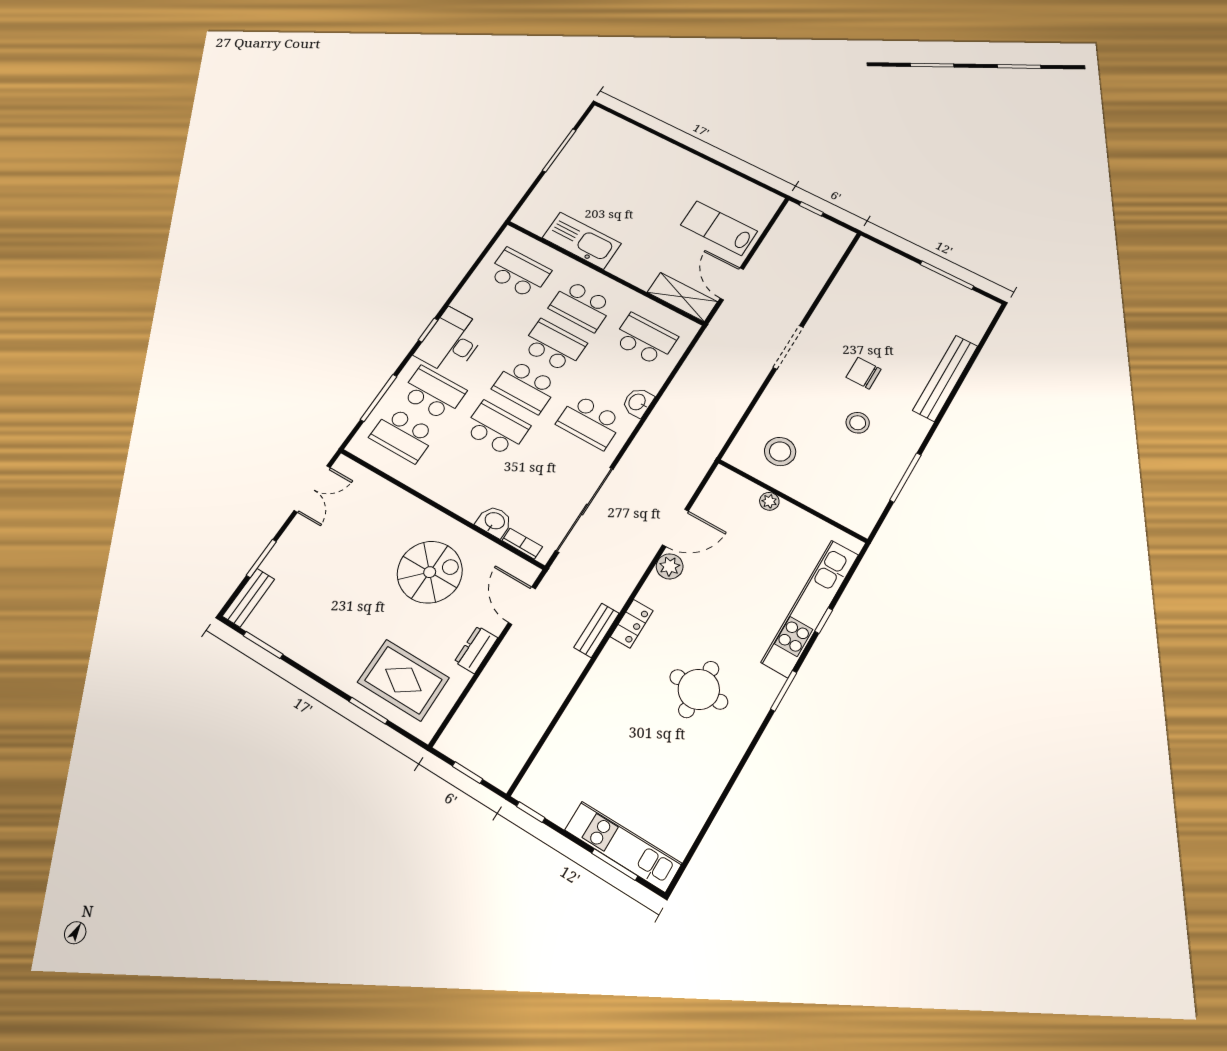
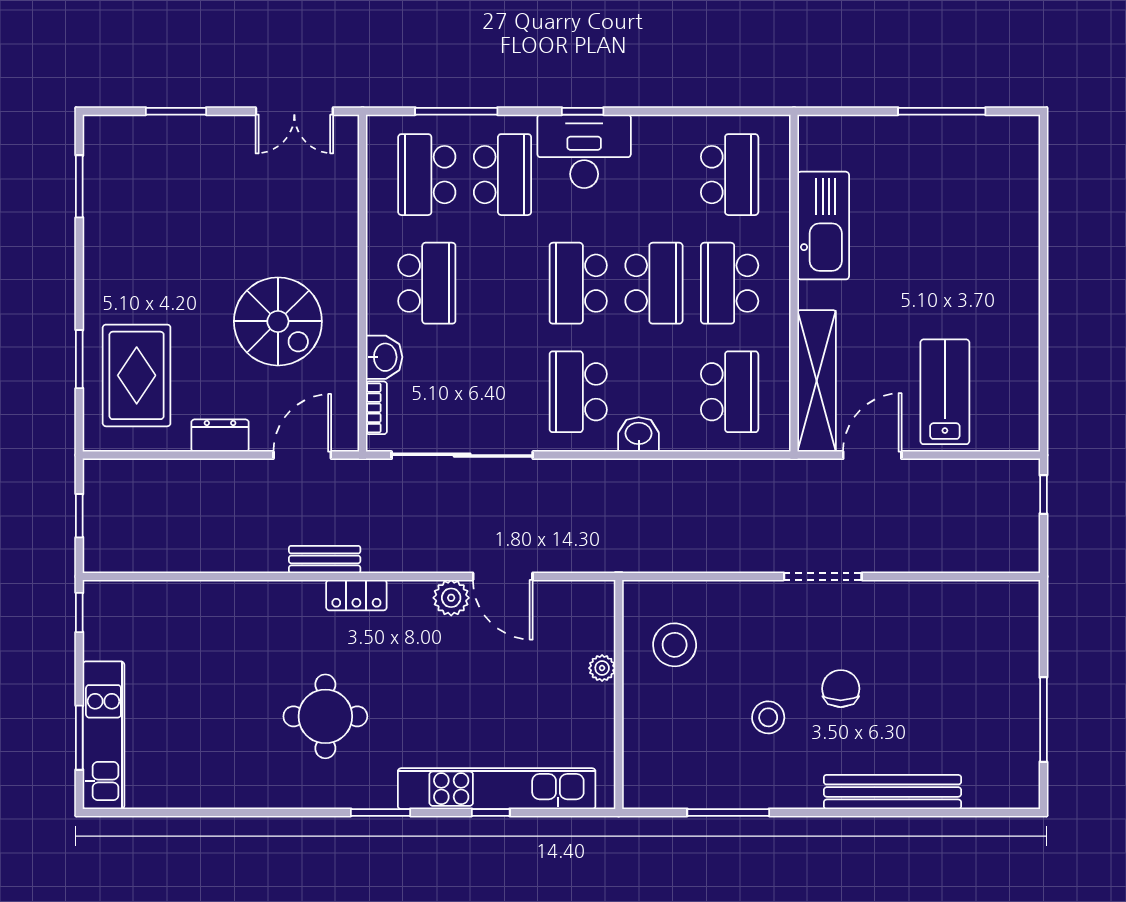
shelving: (682, 297) -> (817, 381), width x1.47
school desk: (496, 428) -> (427, 283), moved
bench: (248, 598) -> (122, 130), removed

